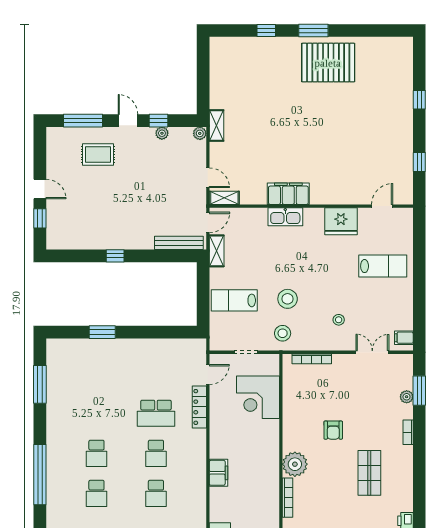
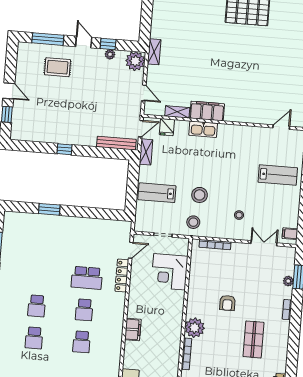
plant: (200, 133) -> (135, 61), width x1.88, depth x1.88
shelving: (224, 198) -> (177, 112), moved
fridge: (341, 221) -> (167, 127), moved, width x0.53, depth x0.75

